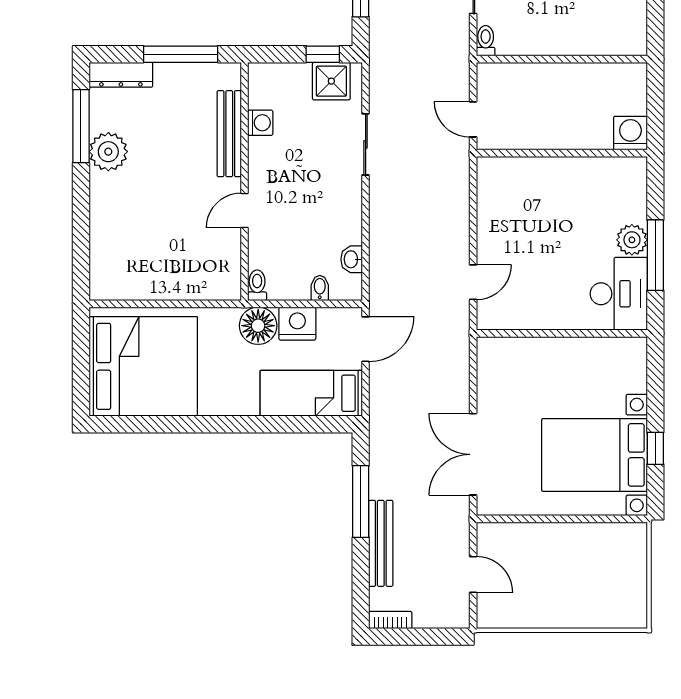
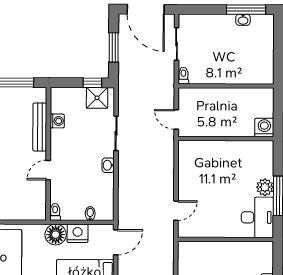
washbasin: (352, 259) -> (108, 165), moved

